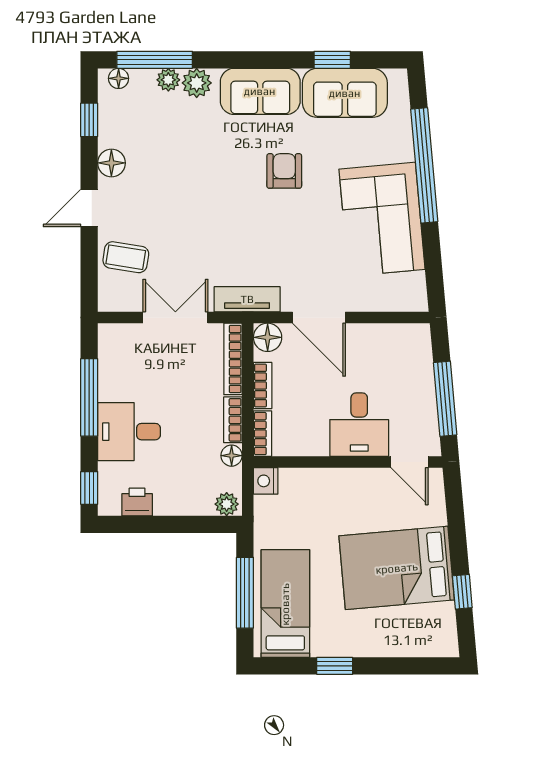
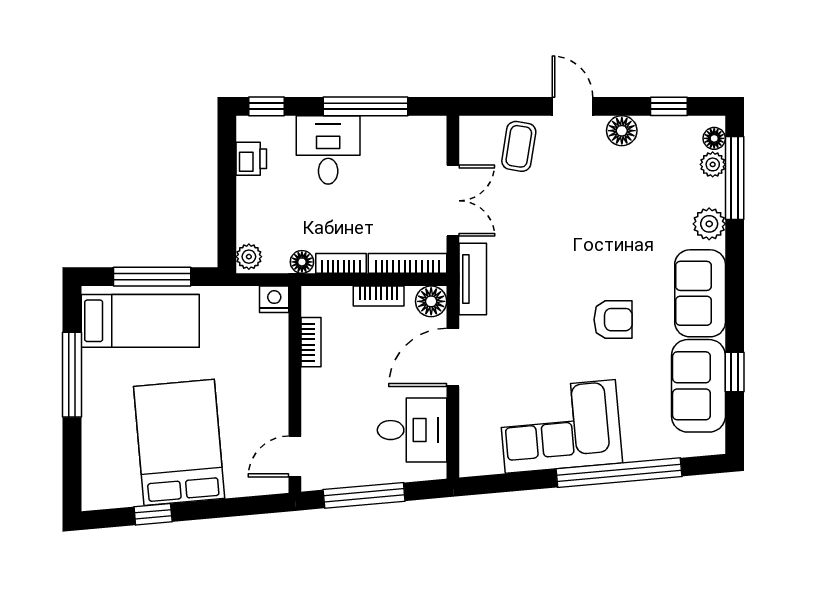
plant: (168, 80) -> (713, 164), moved
desk: (359, 425) -> (412, 430), moved, turned 180
bookcase: (262, 434) -> (311, 342), moved, turned -90
window: (335, 666) -> (72, 375), width x2.17

